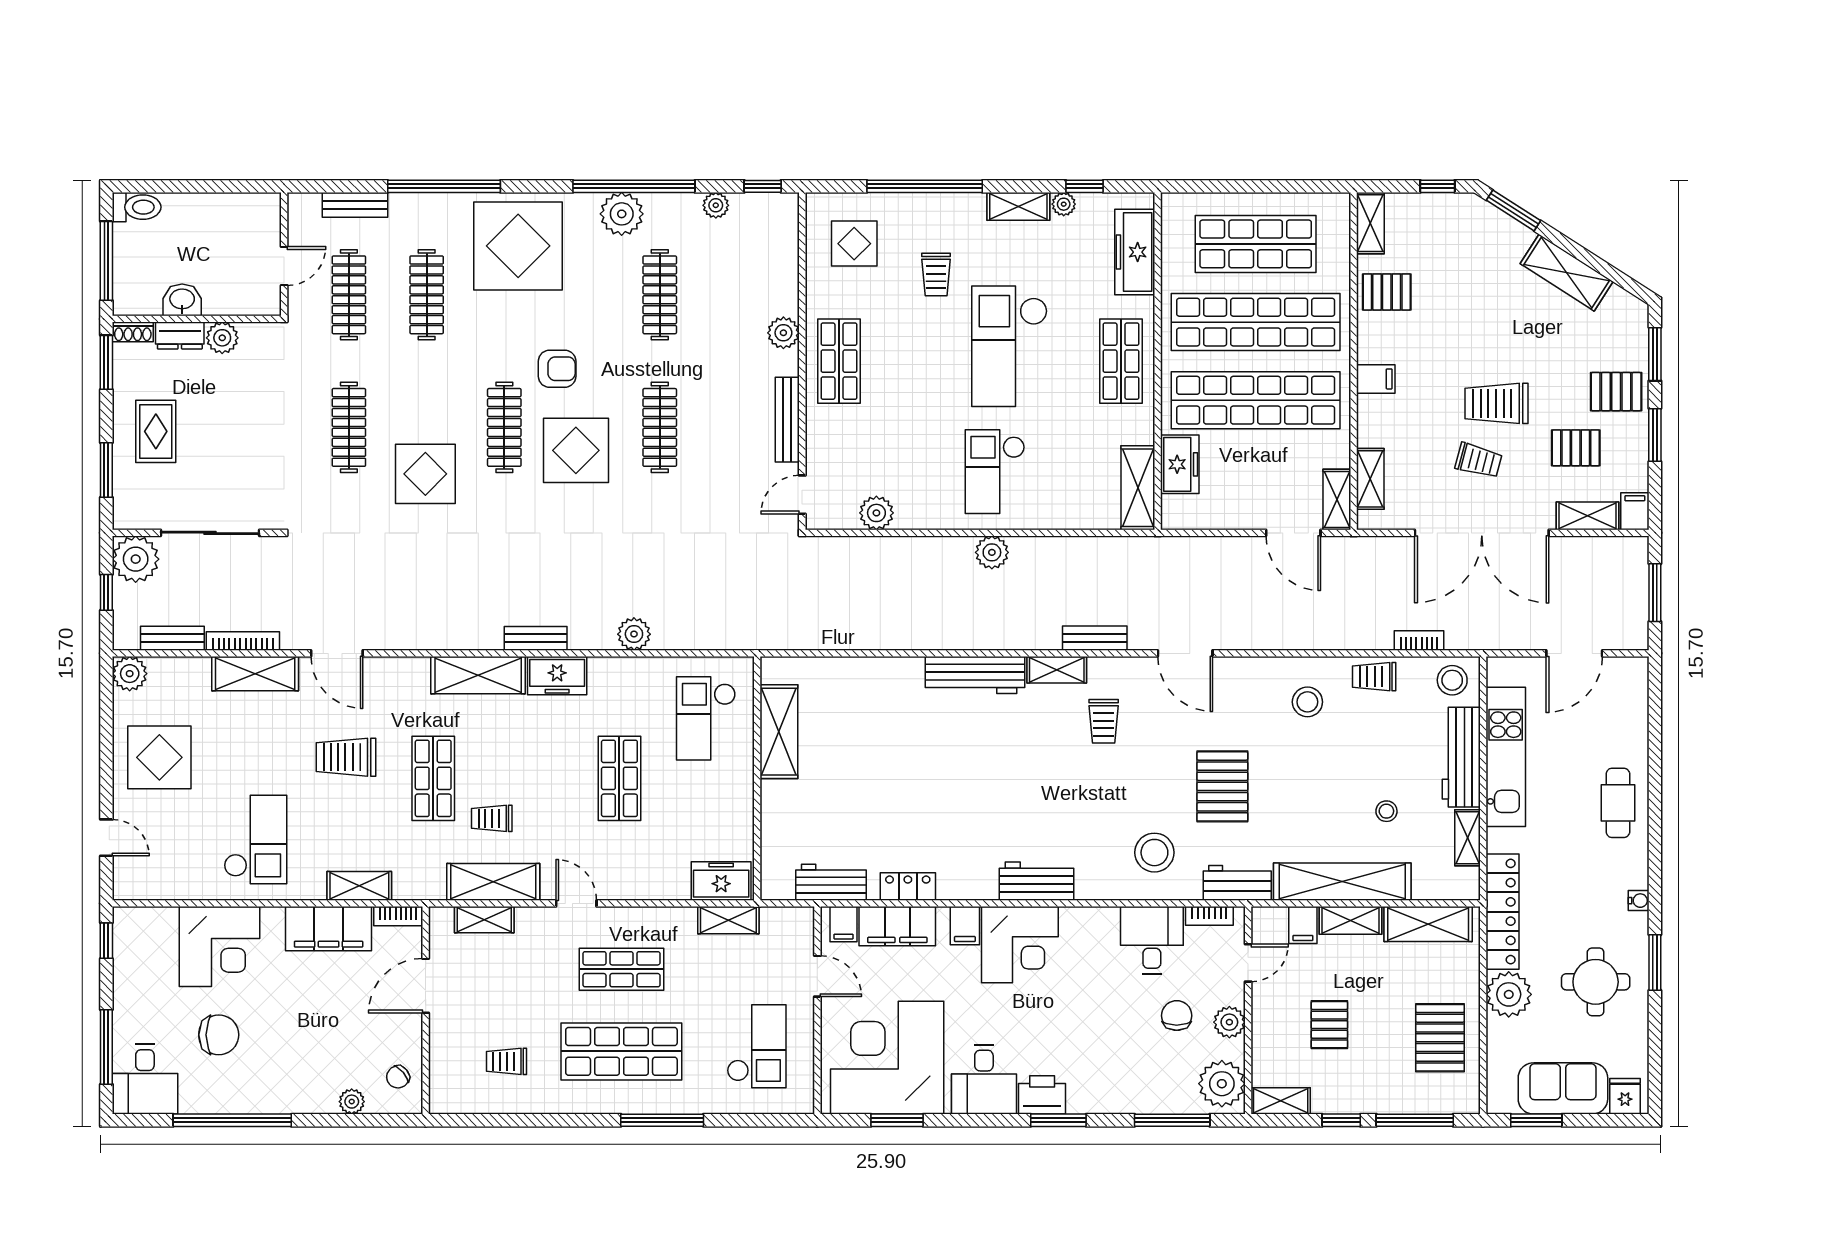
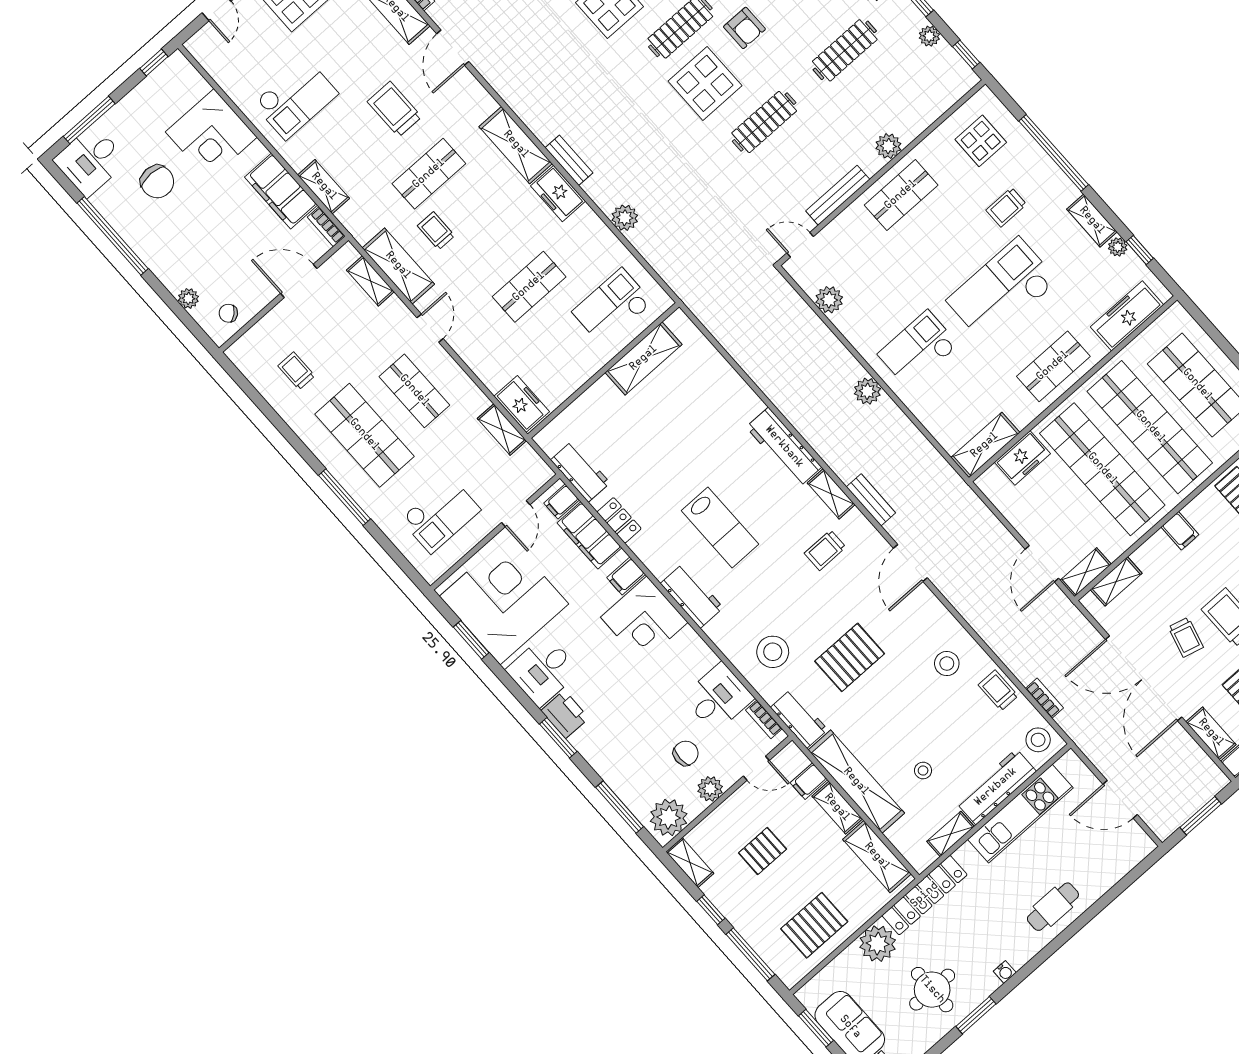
lab bench: (997, 799) -> (720, 527), added

